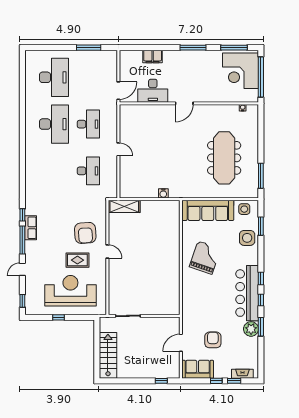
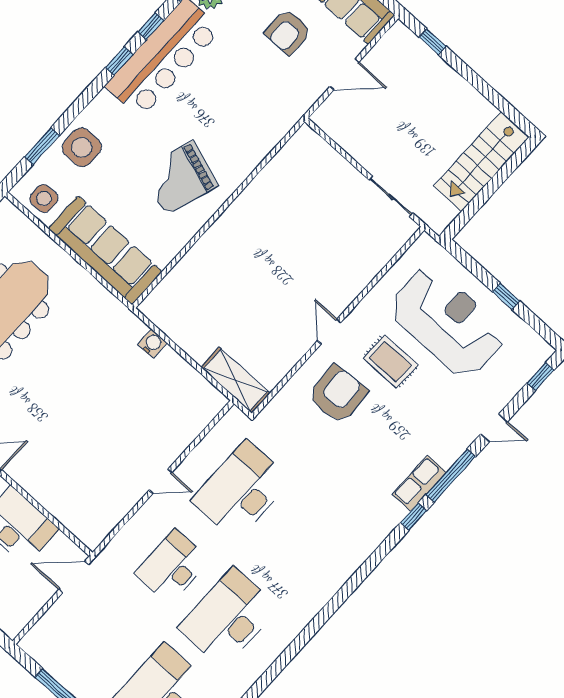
door: (118, 149) -> (161, 481), swing flipped
desk: (88, 171) -> (241, 491), width x1.36, depth x1.30
reception desk: (70, 291) -> (447, 322), turned 180

